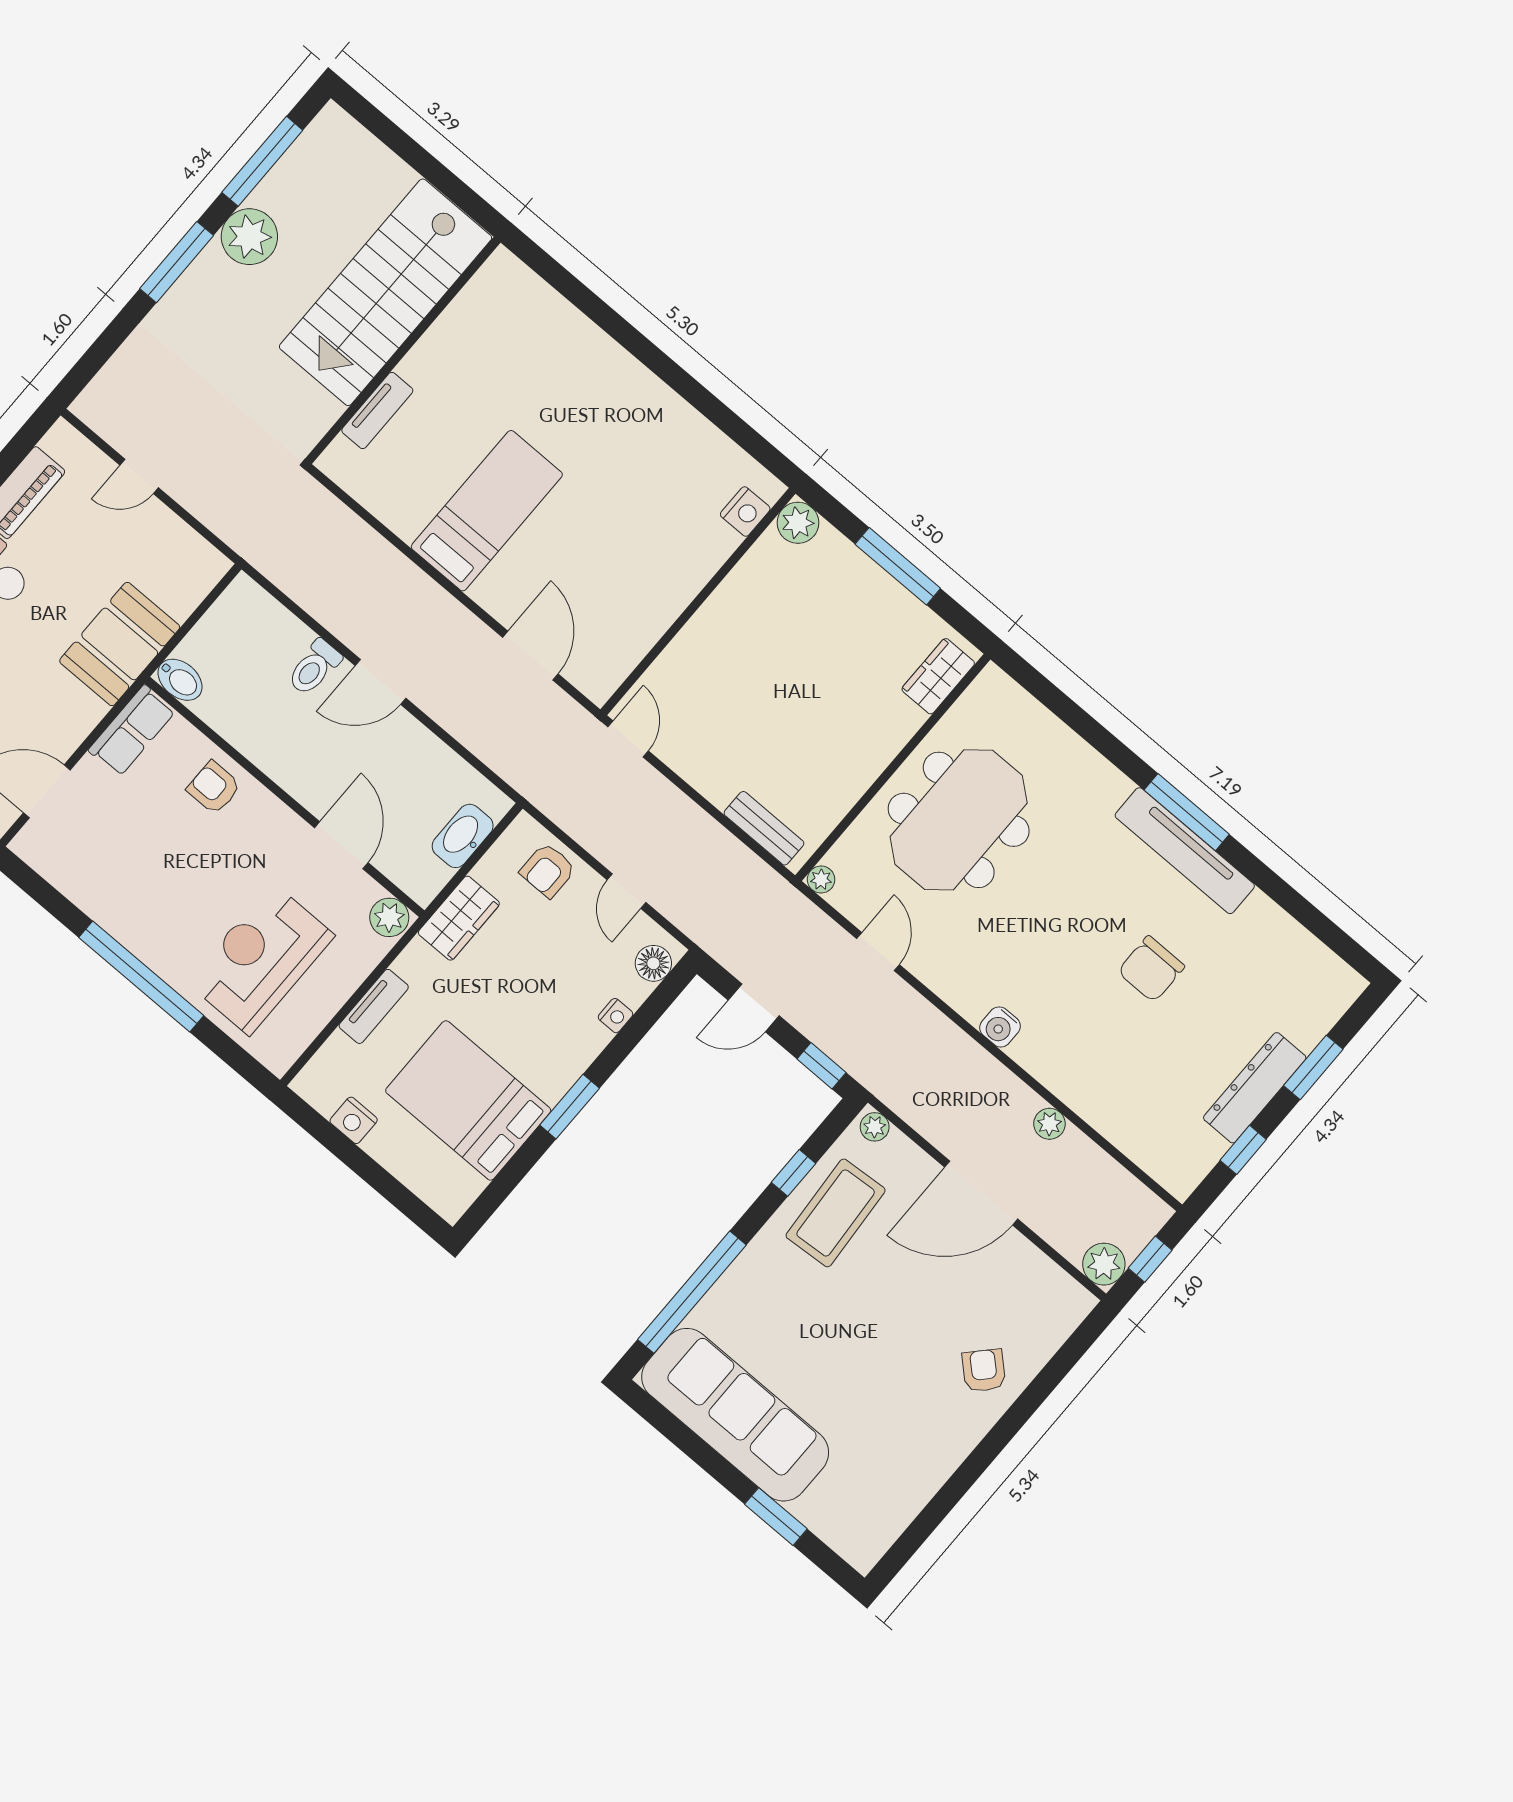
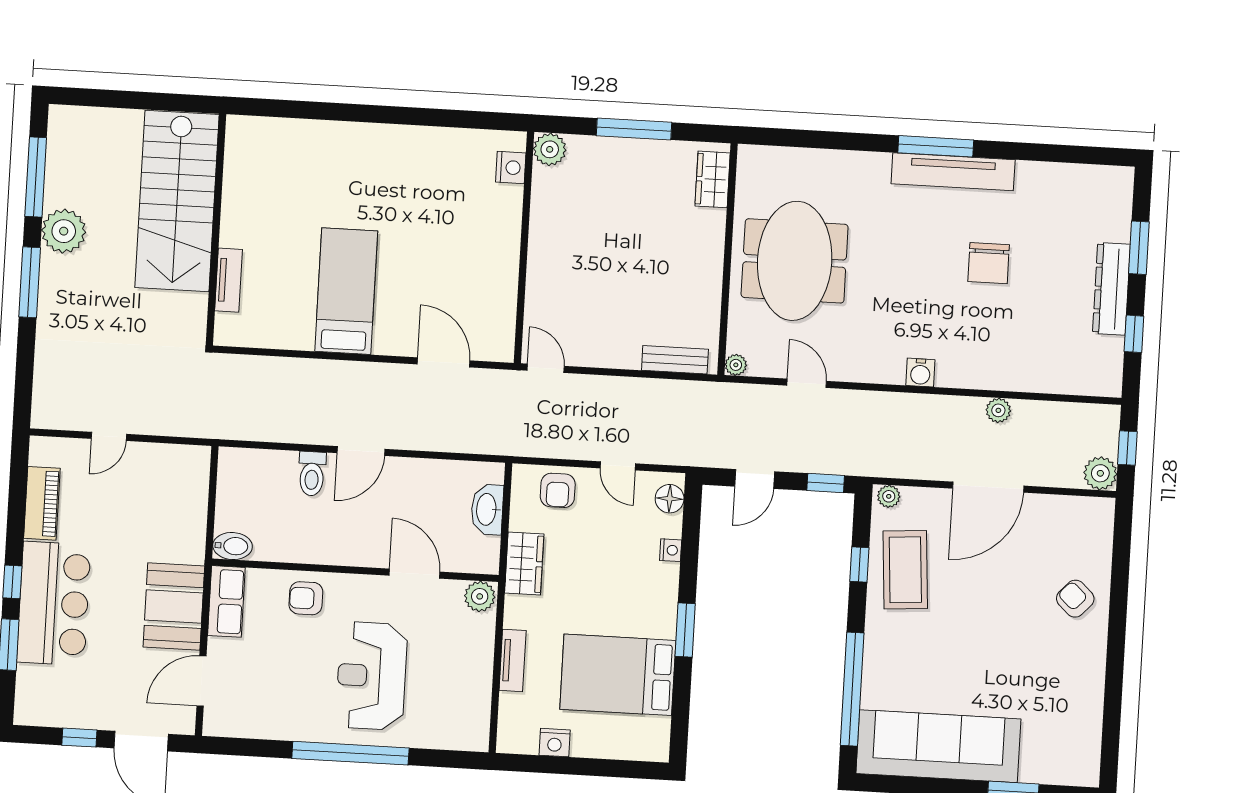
booth: (120, 644) -> (174, 607), moved
reception desk: (261, 959) -> (372, 676), moved

